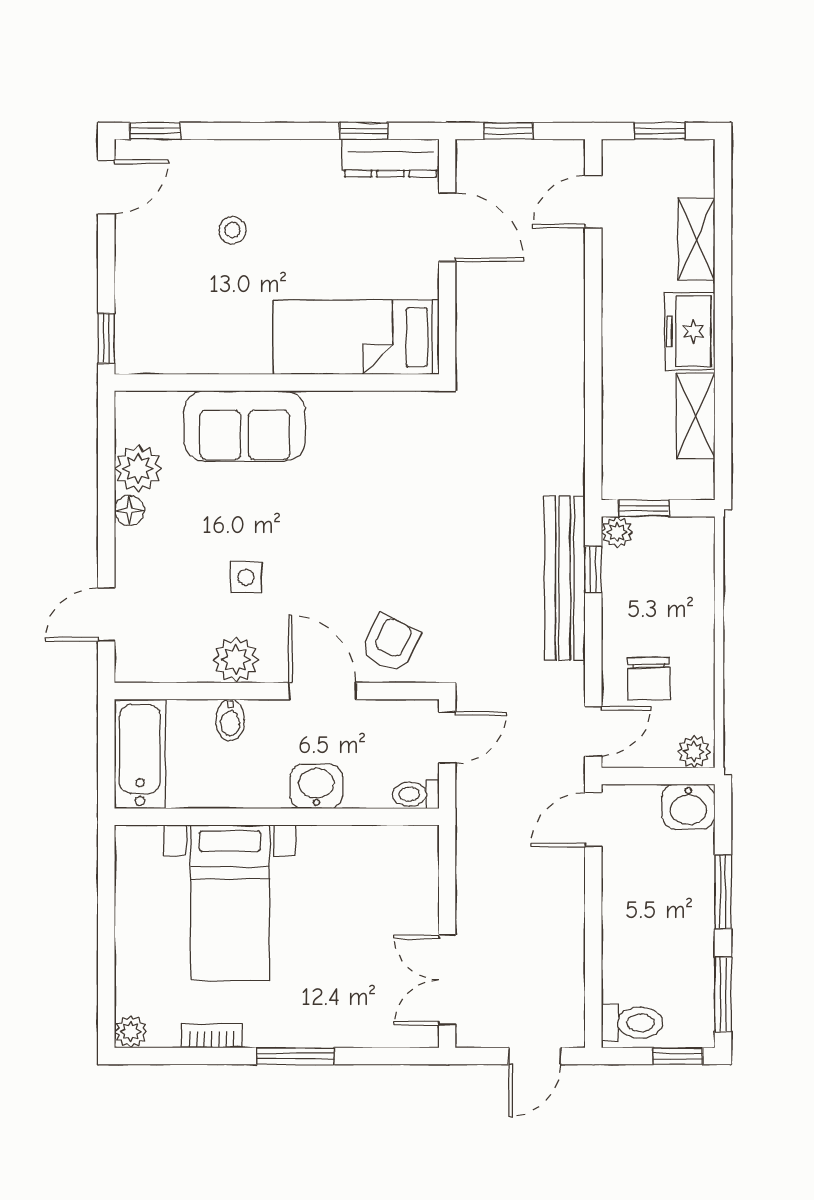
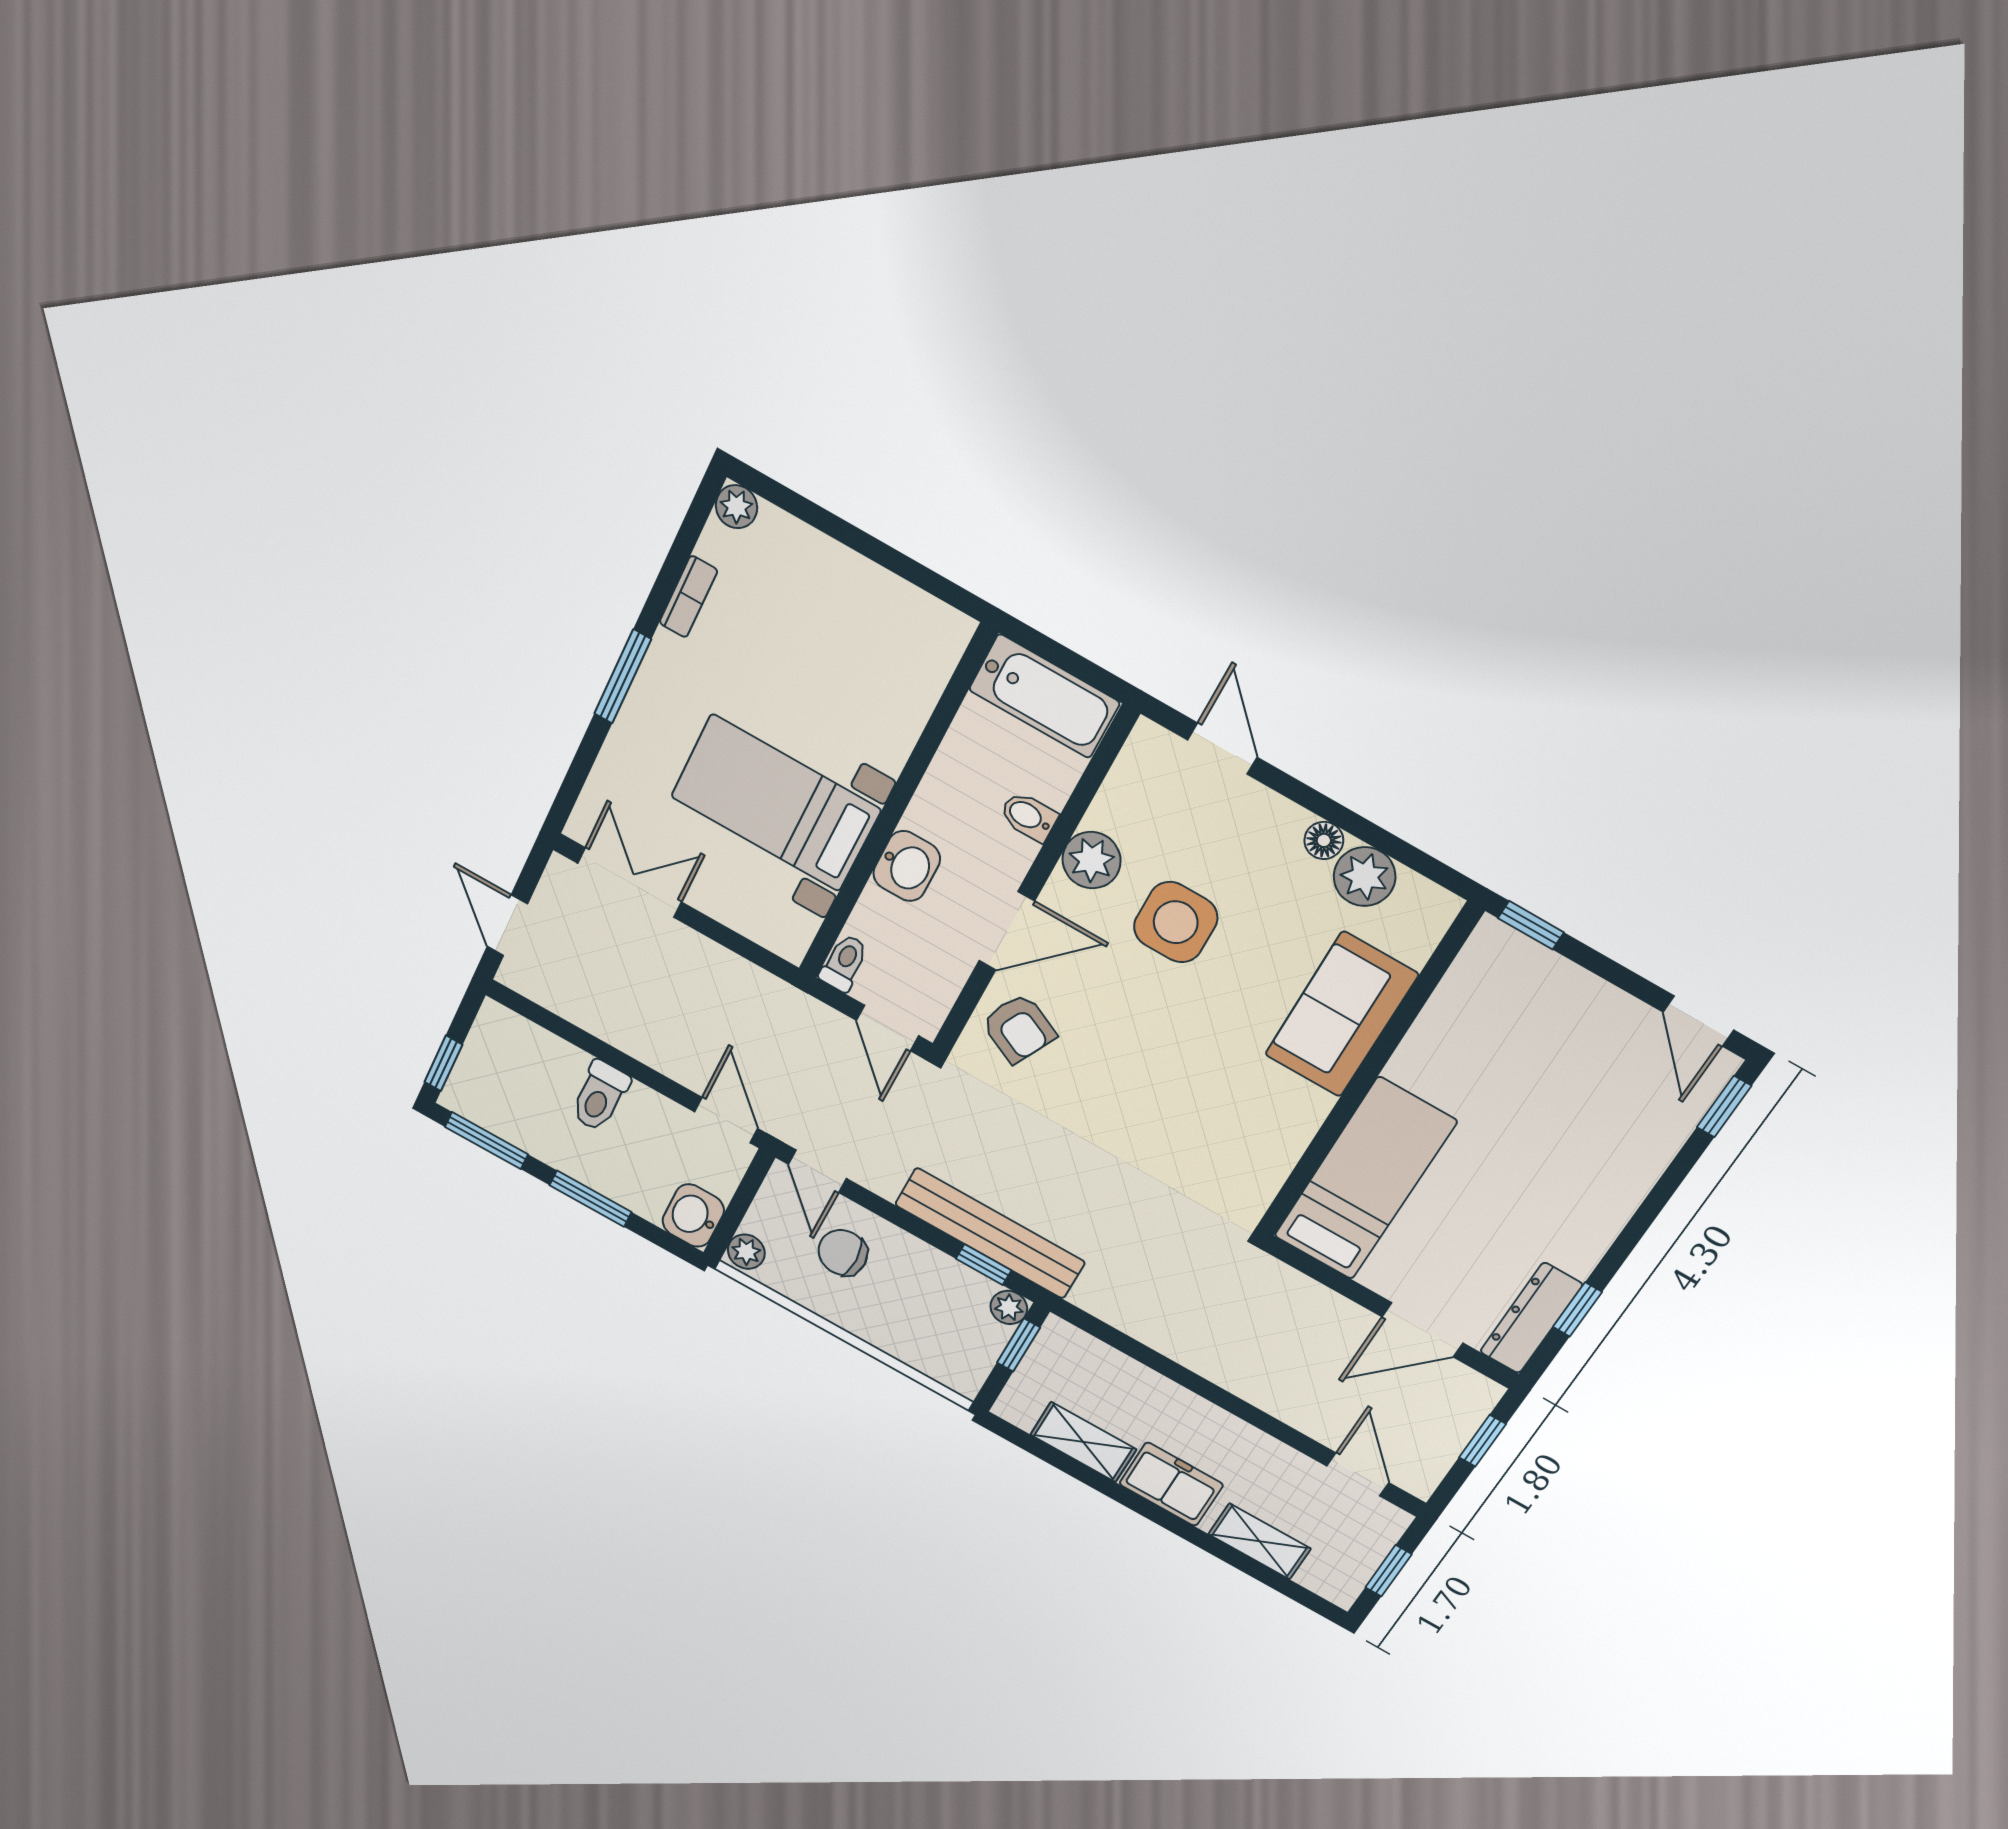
stool: (232, 230) -> (1562, 1123), removed
side table: (246, 577) -> (1176, 922), width x1.87, depth x1.87
bed with nightstands: (230, 903) -> (776, 803), moved
toilet: (632, 1023) -> (600, 1096), moved

